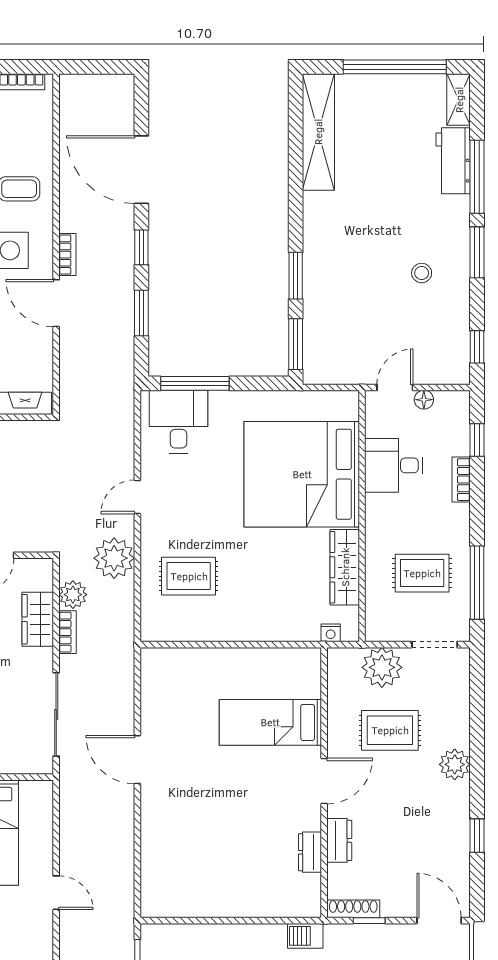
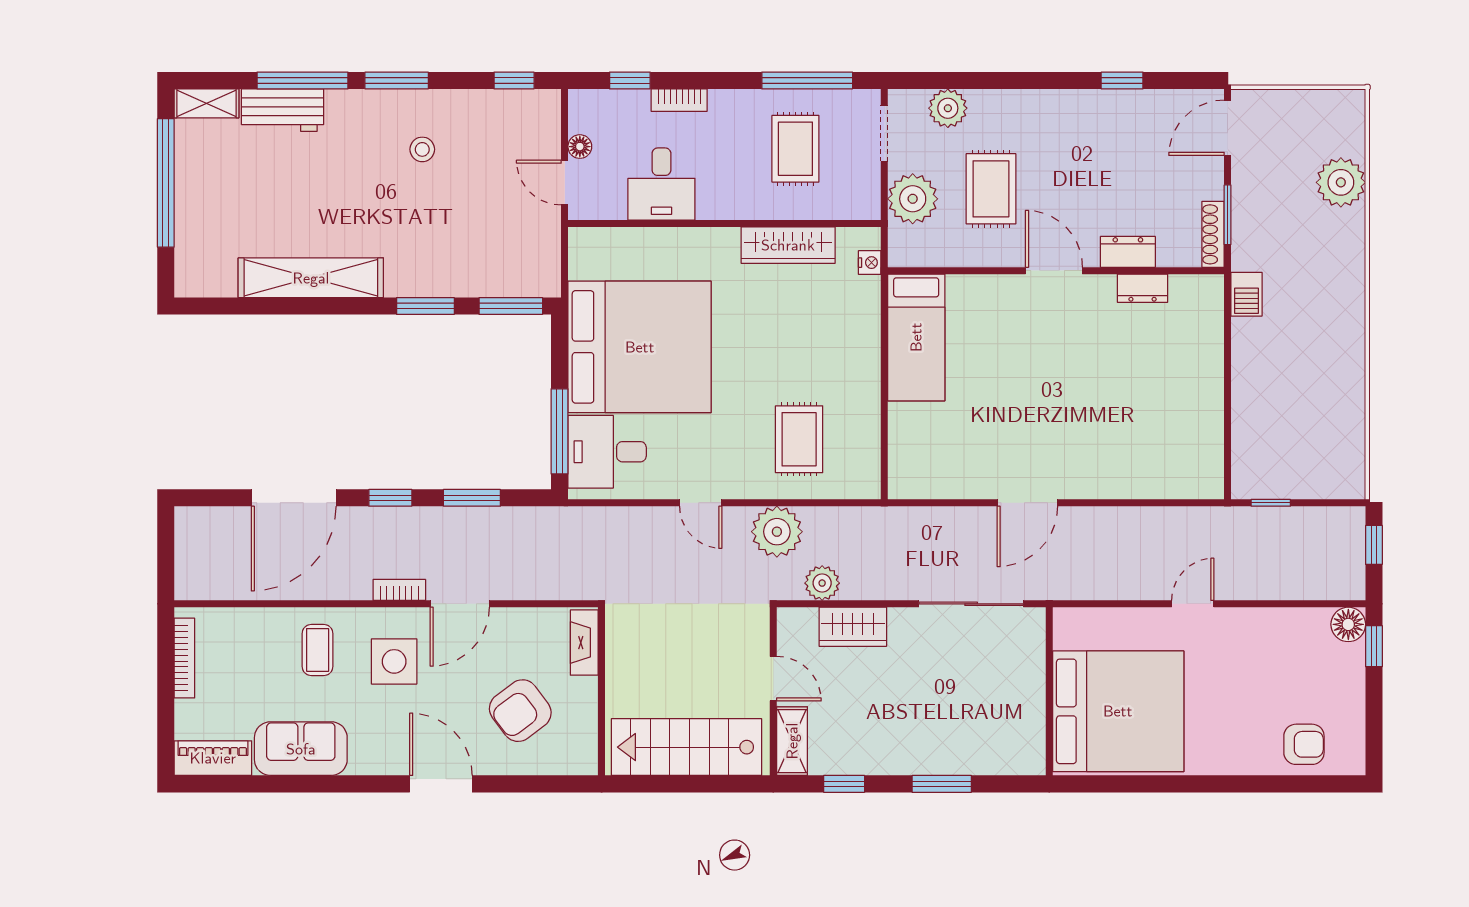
shelving: (318, 132) -> (311, 278), moved
bed: (302, 474) -> (640, 347), moved, turned -90
bookcase: (67, 632) -> (869, 590), removed
bed: (270, 722) -> (916, 337), moved
plant: (455, 764) -> (948, 108), moved
window: (369, 921) -> (1228, 215), width x1.50

